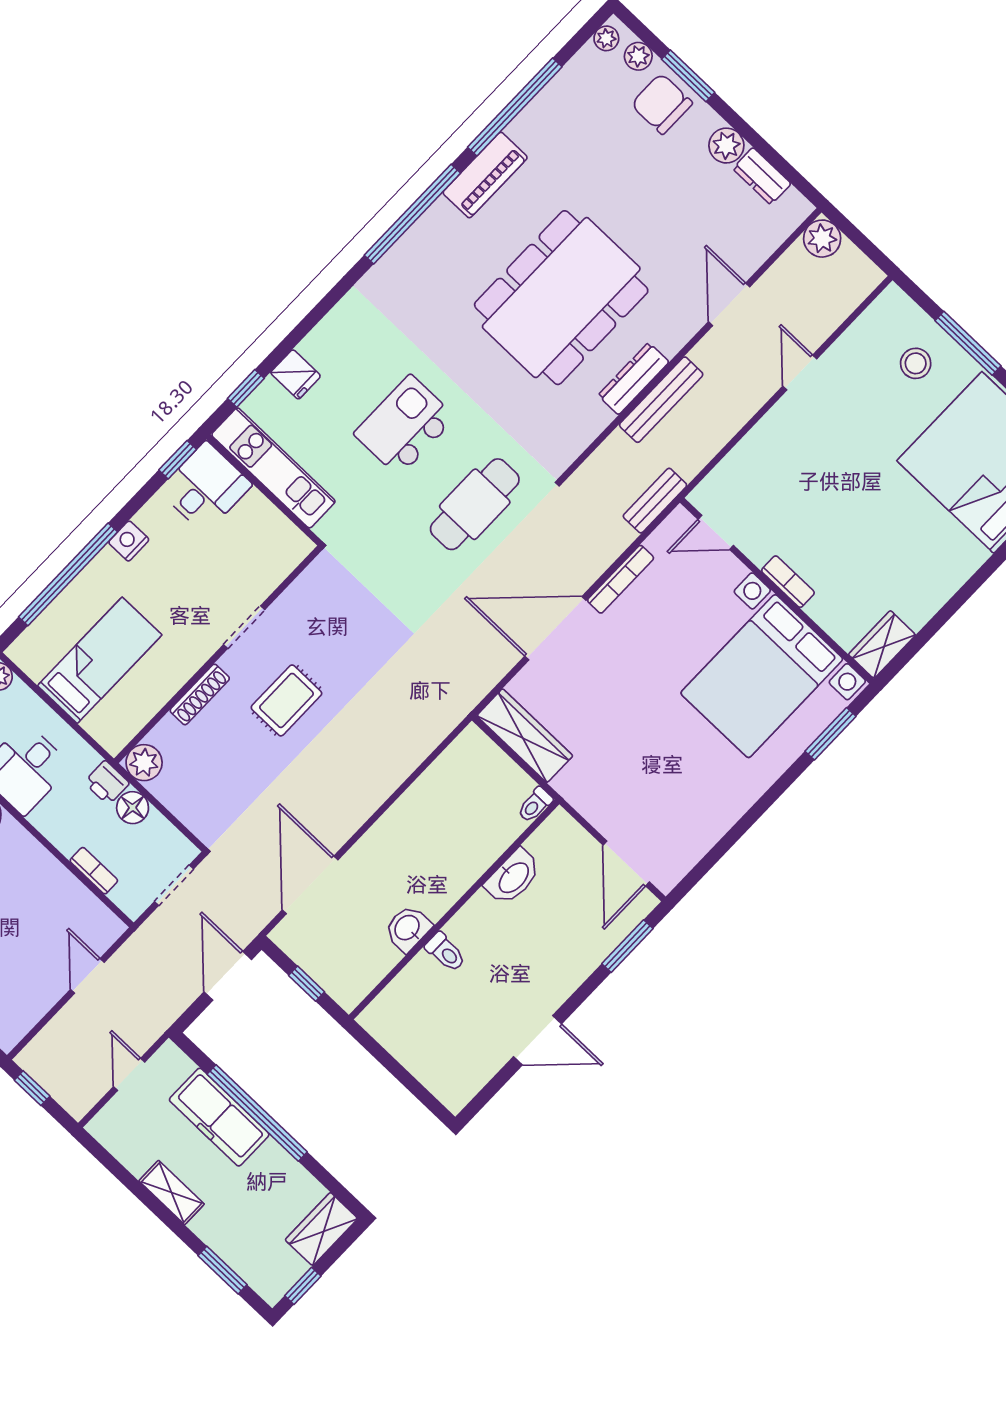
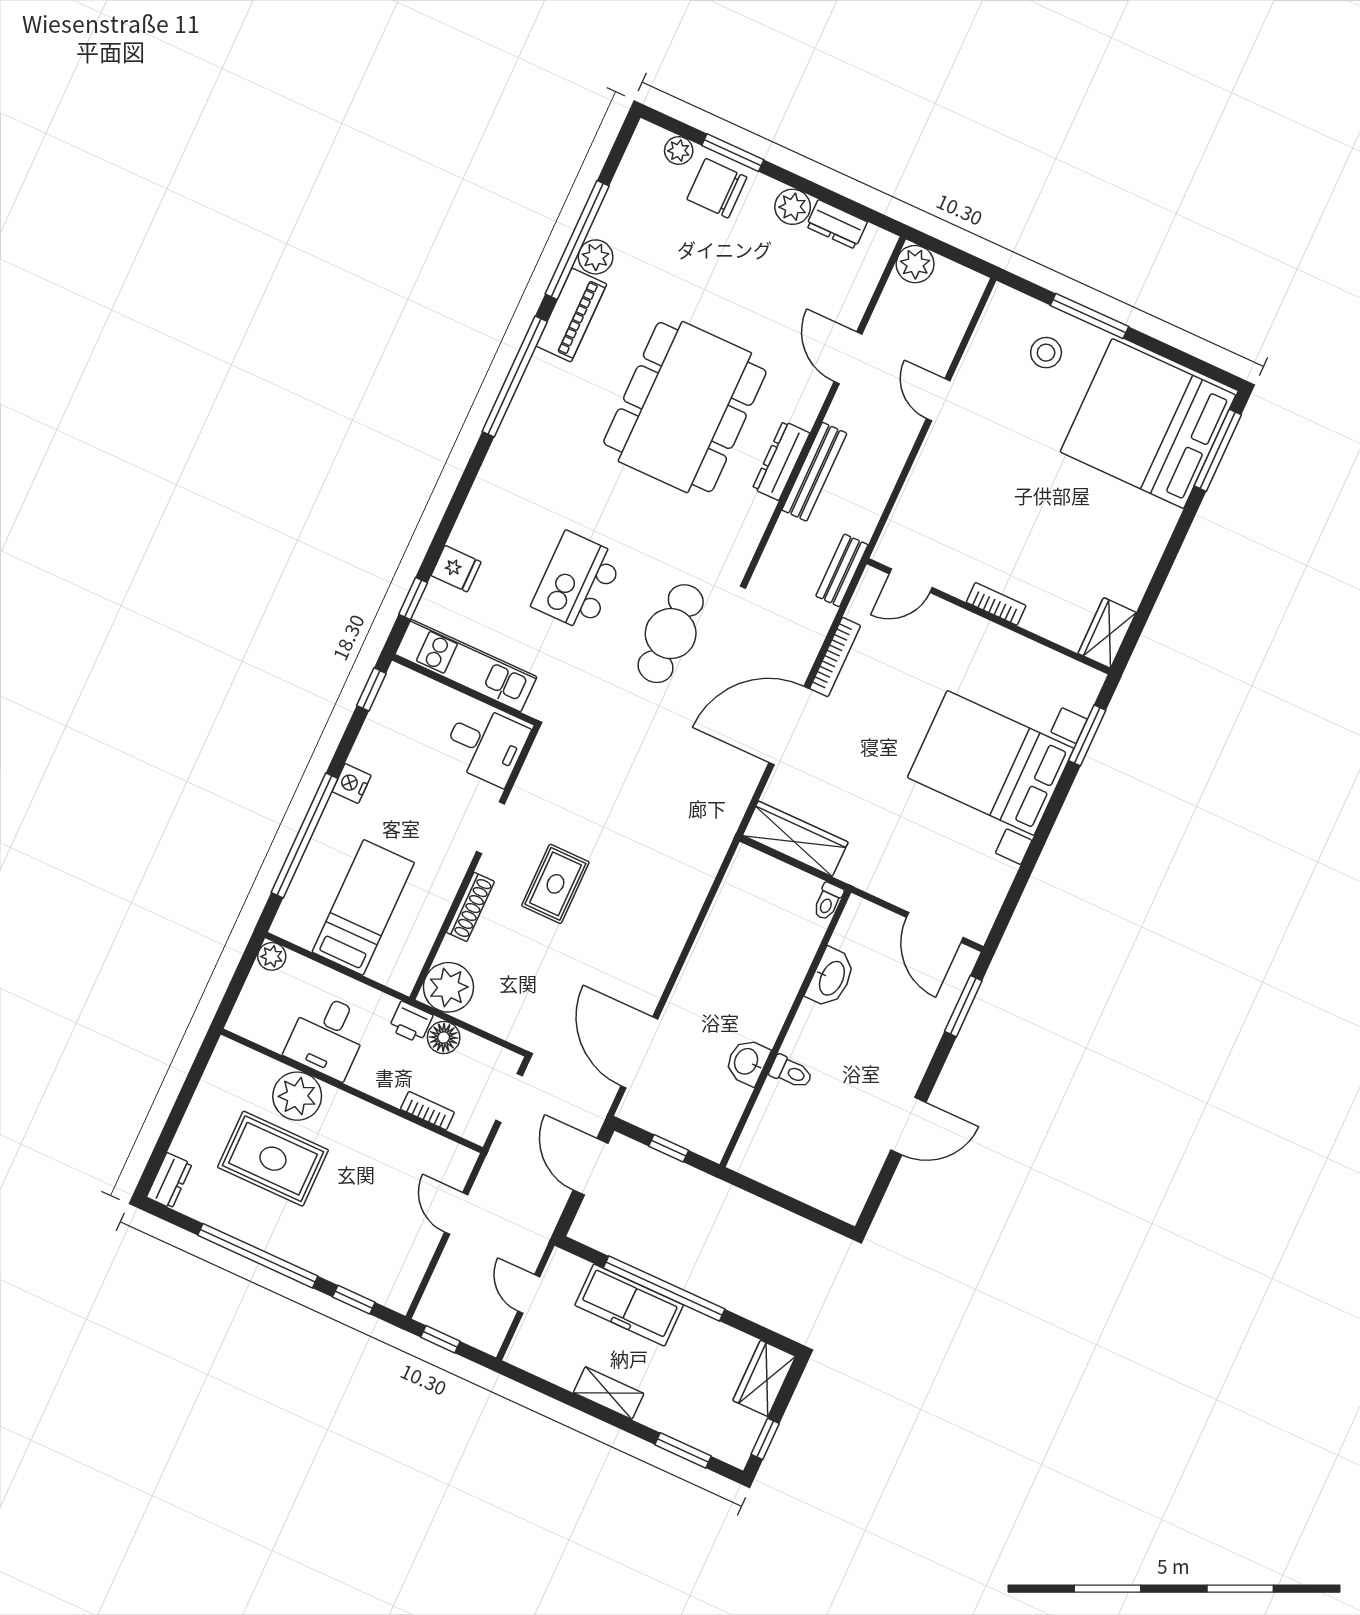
plant: (606, 38) -> (596, 257), moved, width x1.38, depth x1.38
desk: (205, 487) -> (486, 745), moved, turned 90
bed with nightstands: (762, 676) -> (991, 763), moved, turned 90
plant: (144, 763) -> (448, 987), width x1.36, depth x1.36

